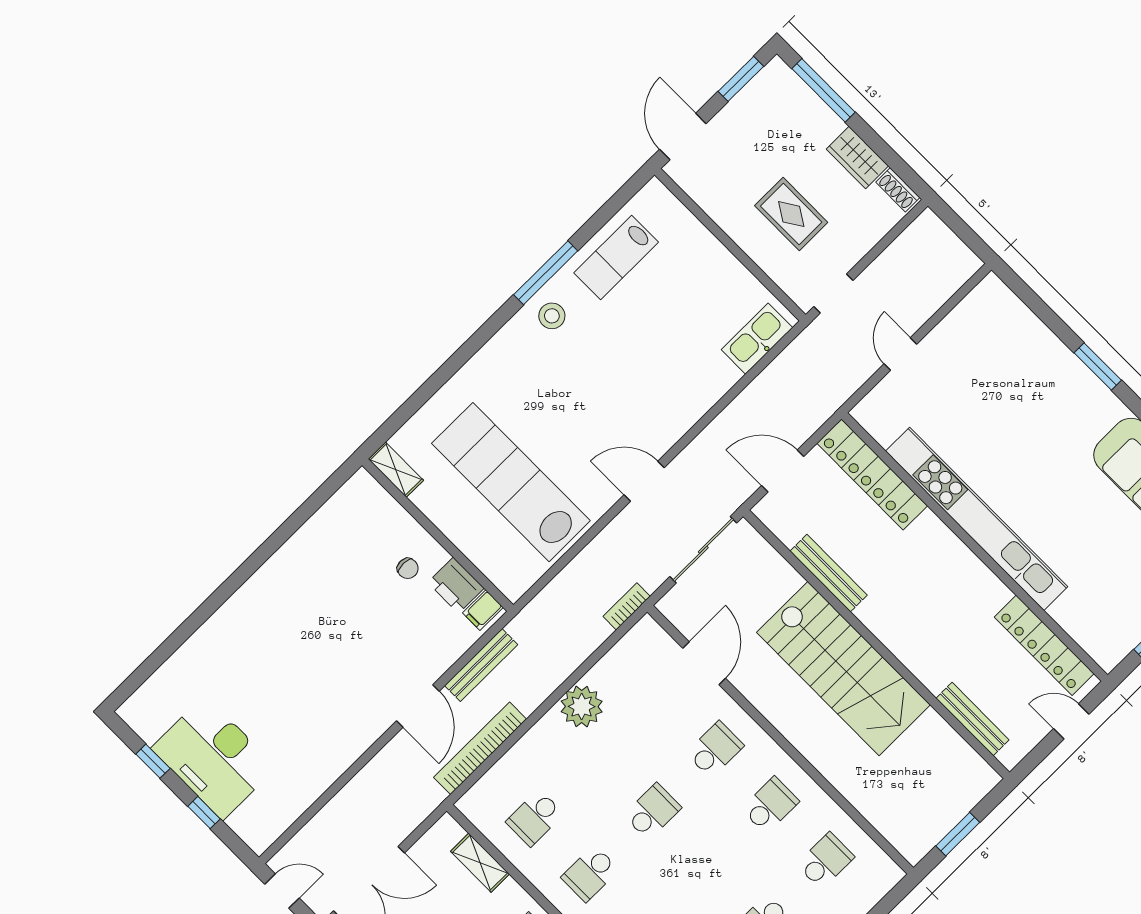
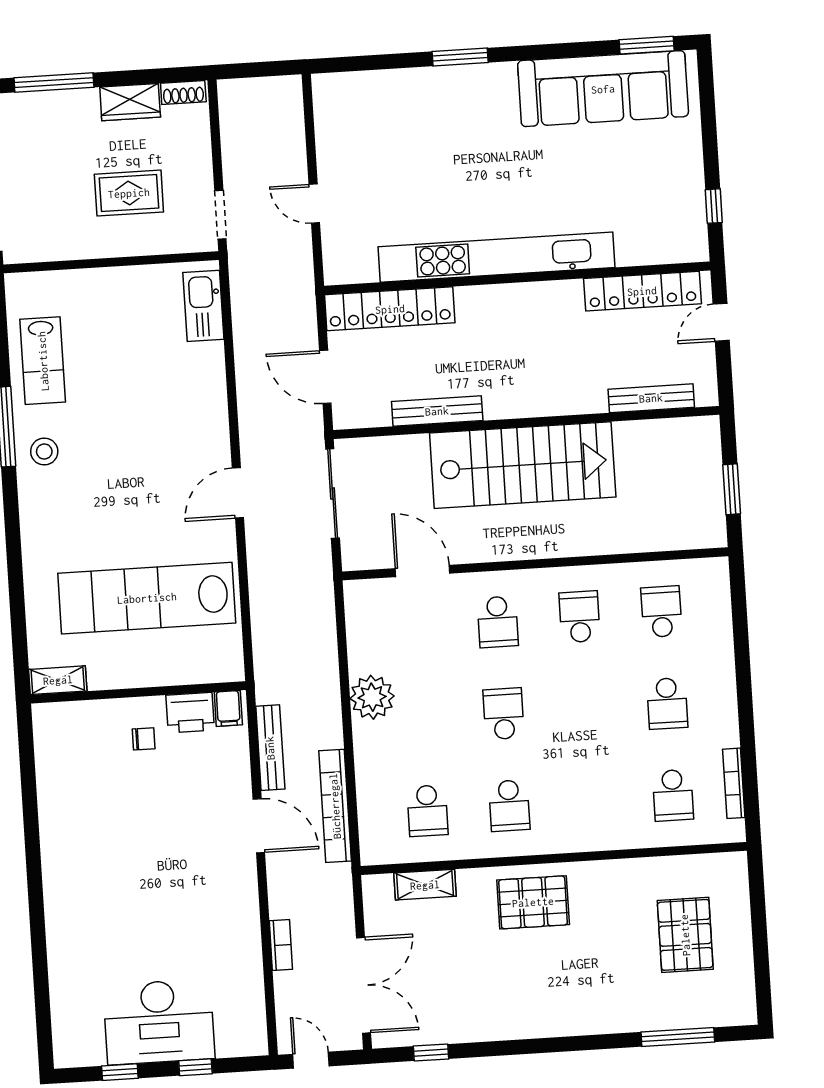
door: (783, 471) -> (325, 377), hinge flipped
bookcase: (627, 606) -> (281, 945), moved, turned 180
school desk: (715, 750) -> (498, 622), turned 180
door: (282, 891) -> (311, 1060), hinge flipped

